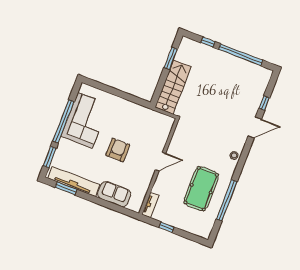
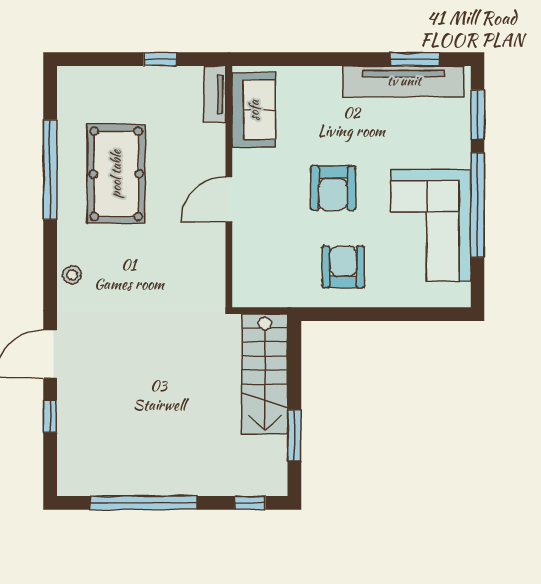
window: (208, 42) -> (250, 503), moved
armchair: (126, 117) -> (343, 267), added
sofa: (114, 194) -> (254, 110), moved, turned -90

